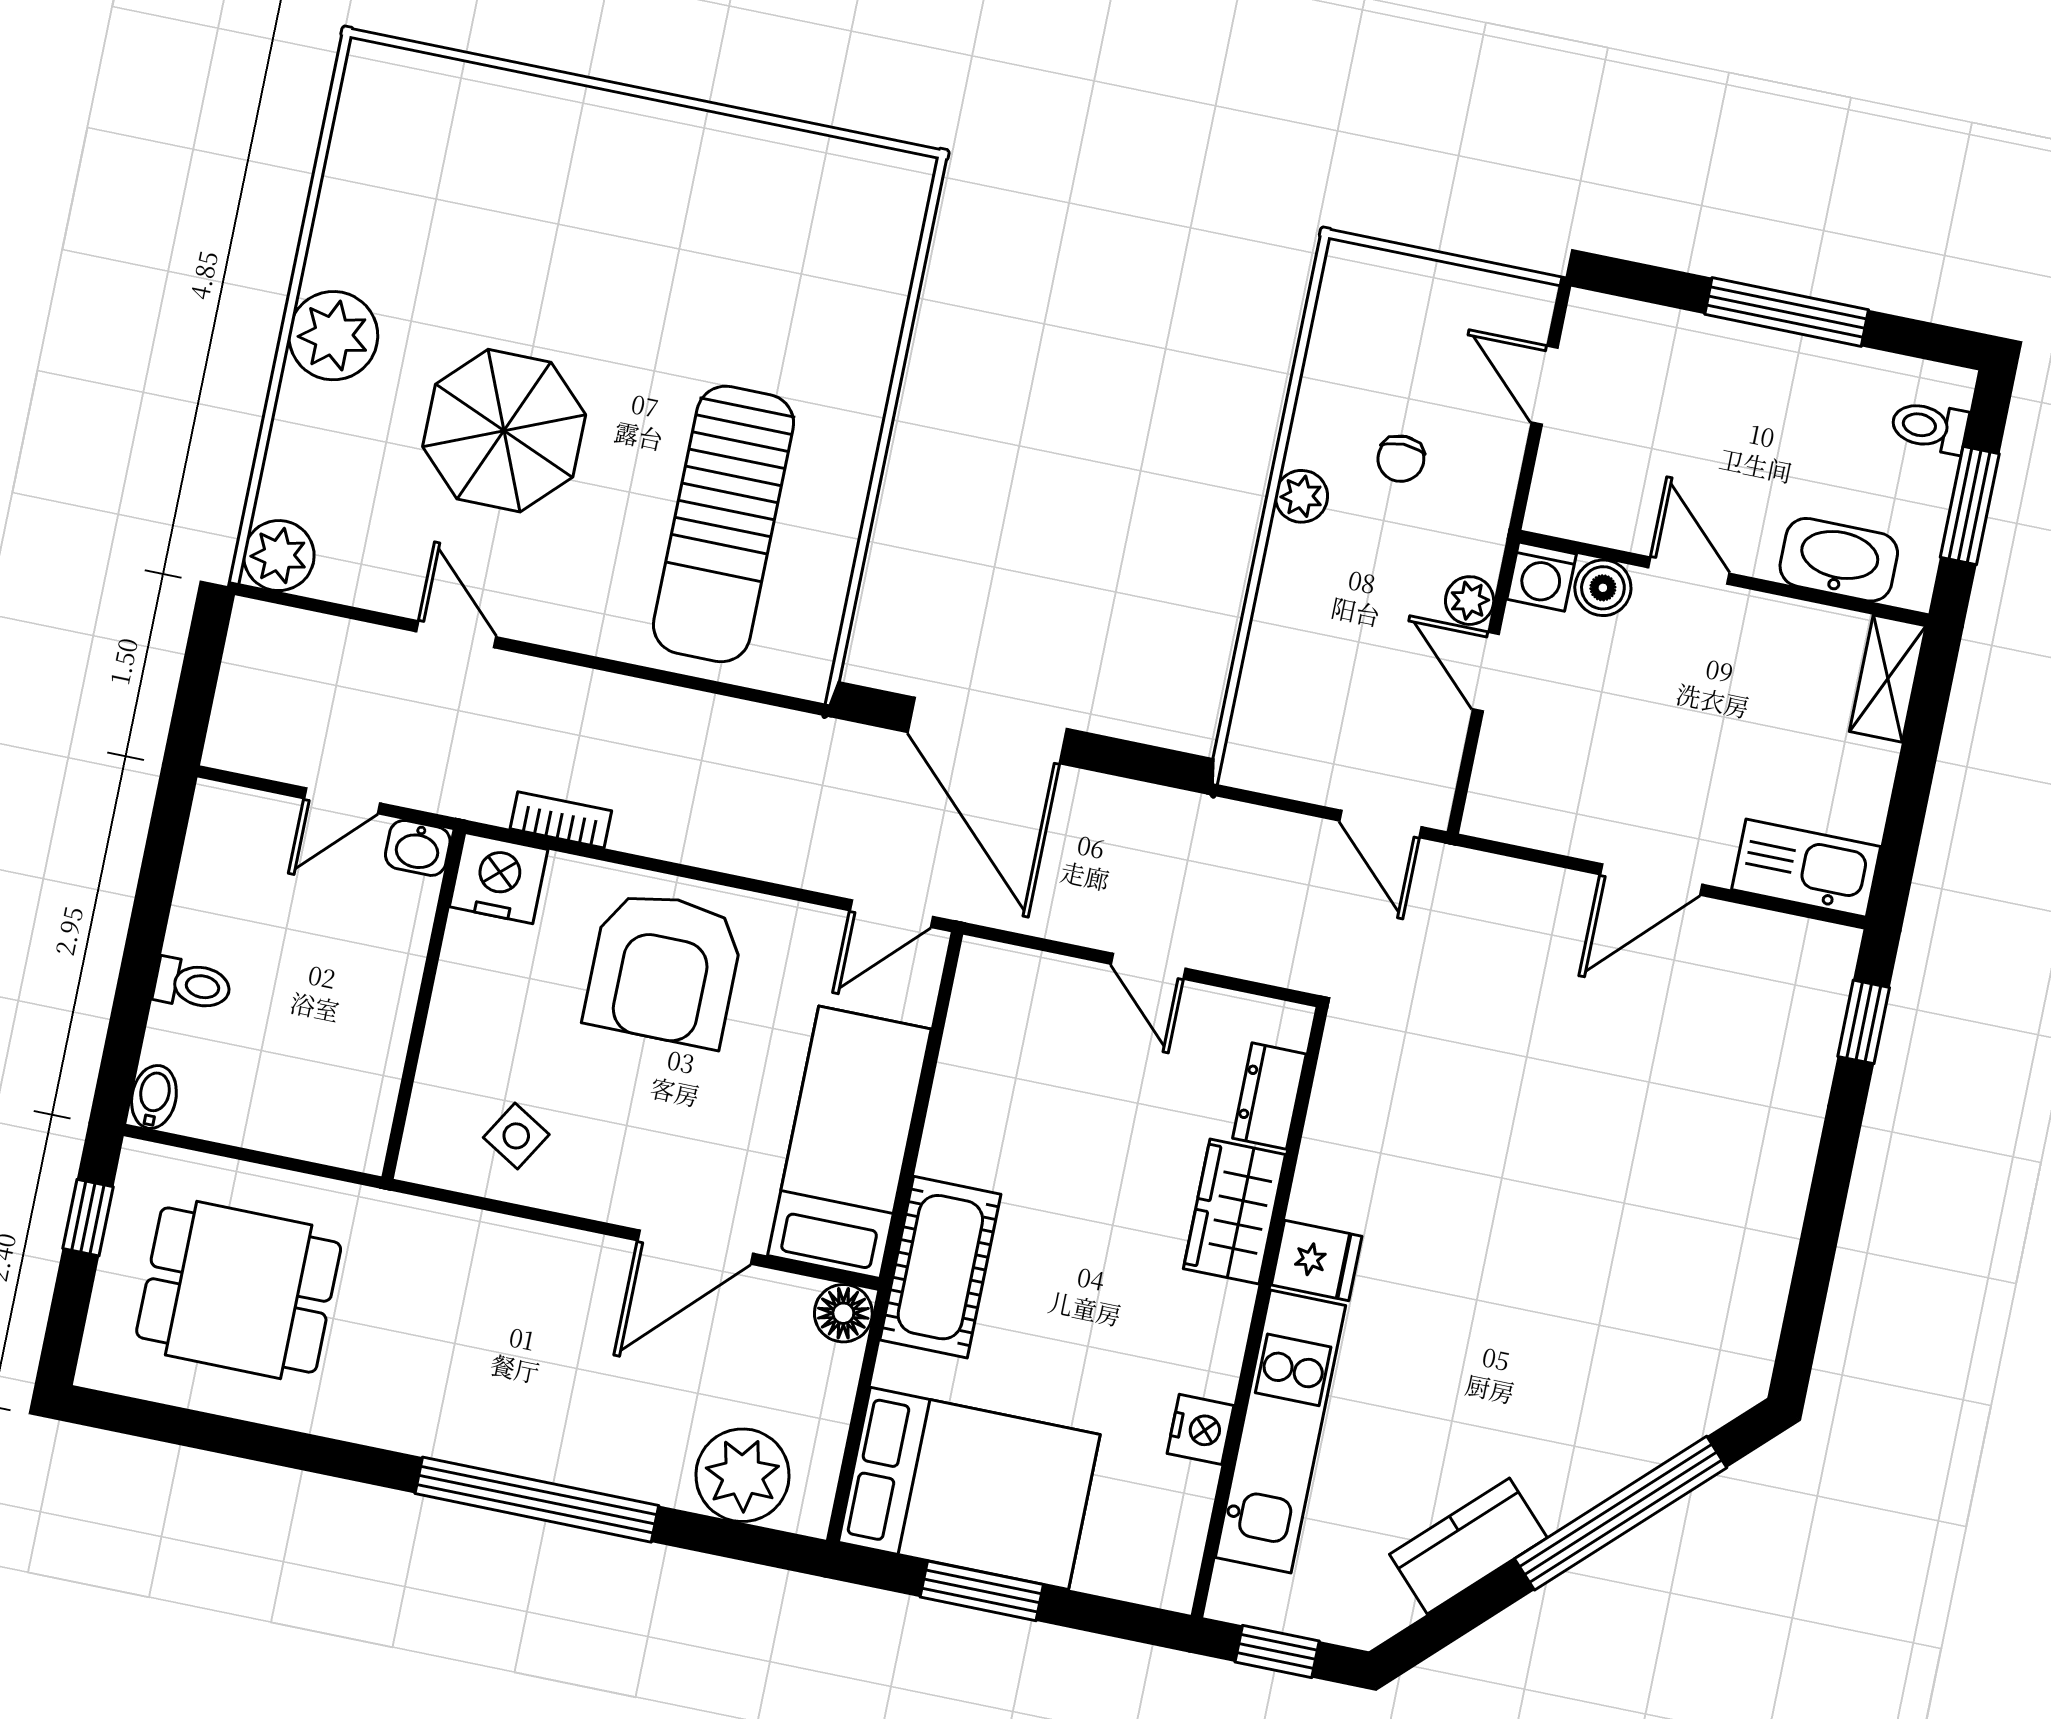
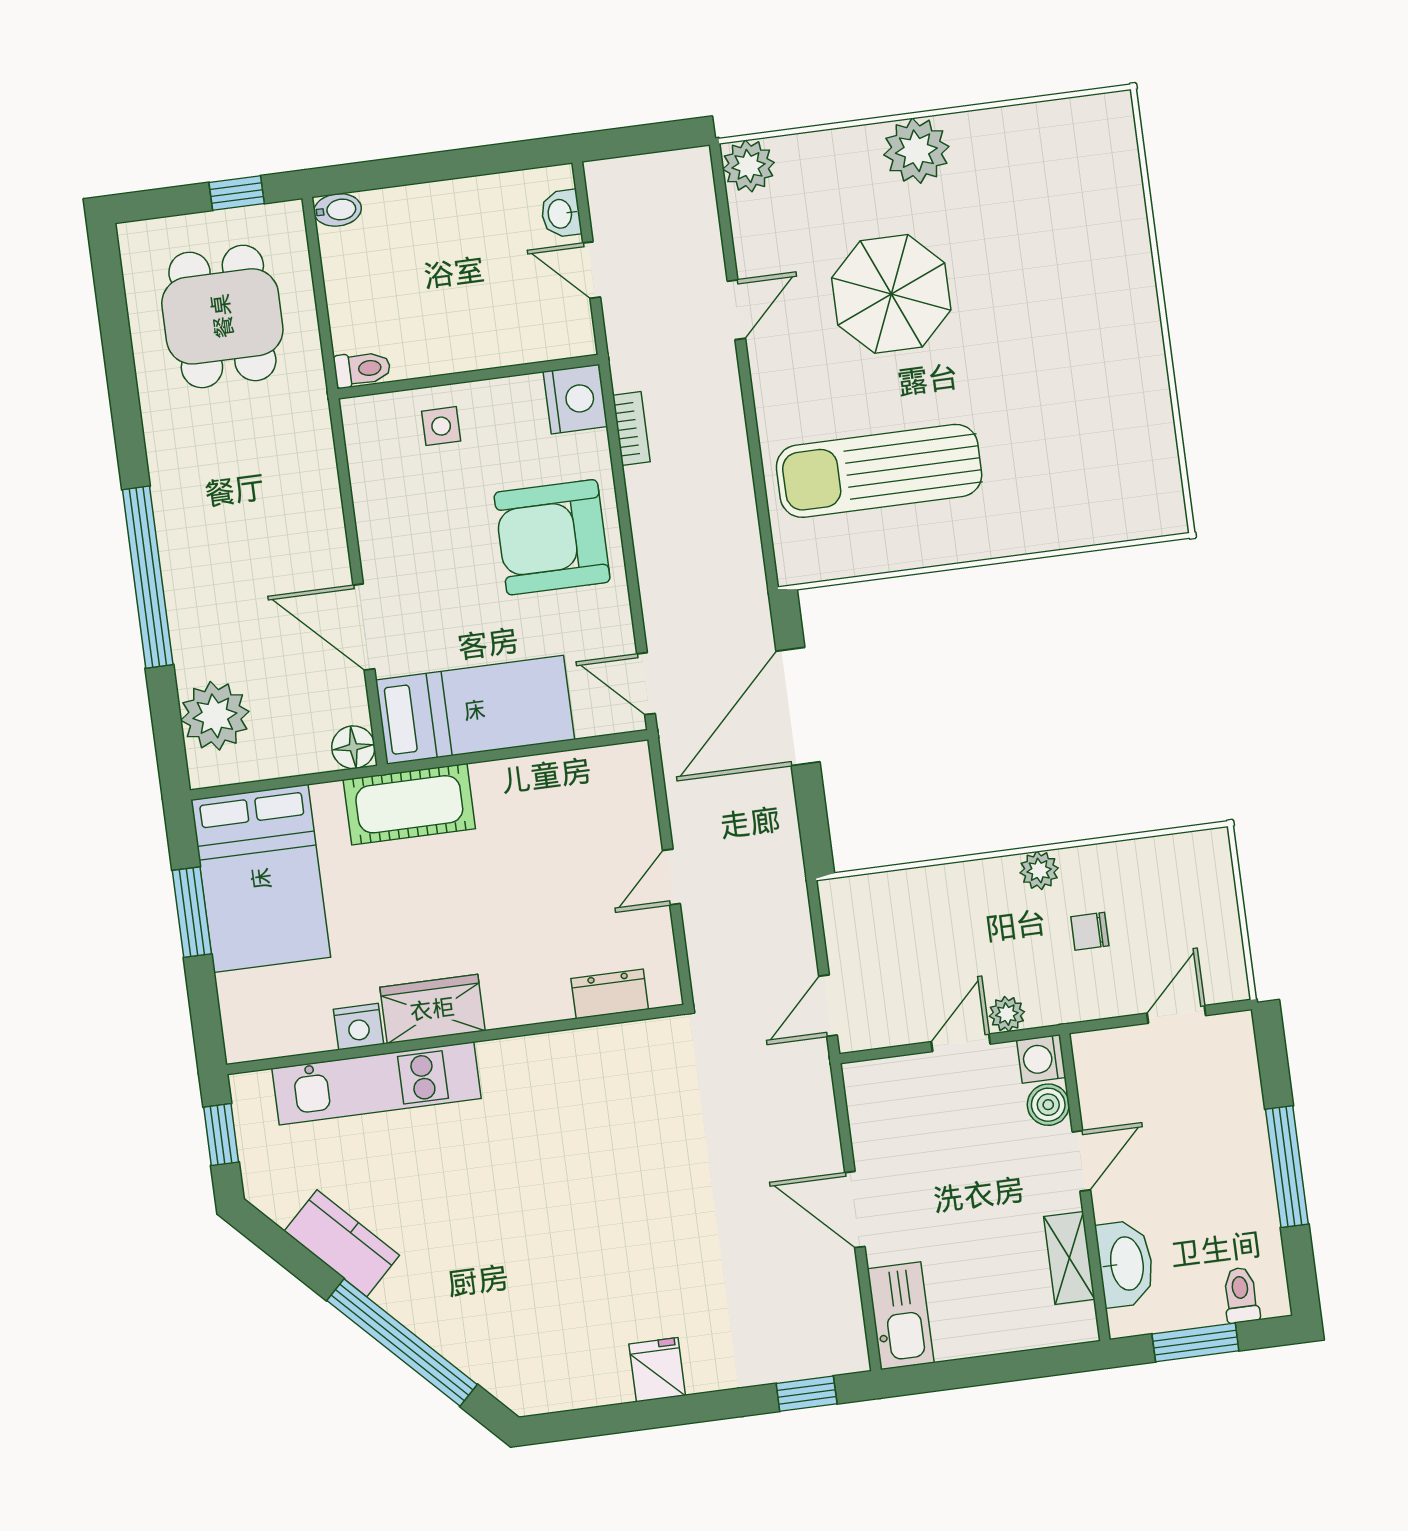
shelving: (1888, 679) -> (1069, 1258), moved, turned 90
washbasin: (418, 848) -> (561, 214), moved
toilet: (192, 985) -> (362, 369), moved, turned -90
side table: (516, 1136) -> (441, 426), moved, turned -31
wardrobe: (1234, 1212) -> (432, 1009), moved
fridge: (1317, 1261) -> (657, 1370), moved, turned 180

